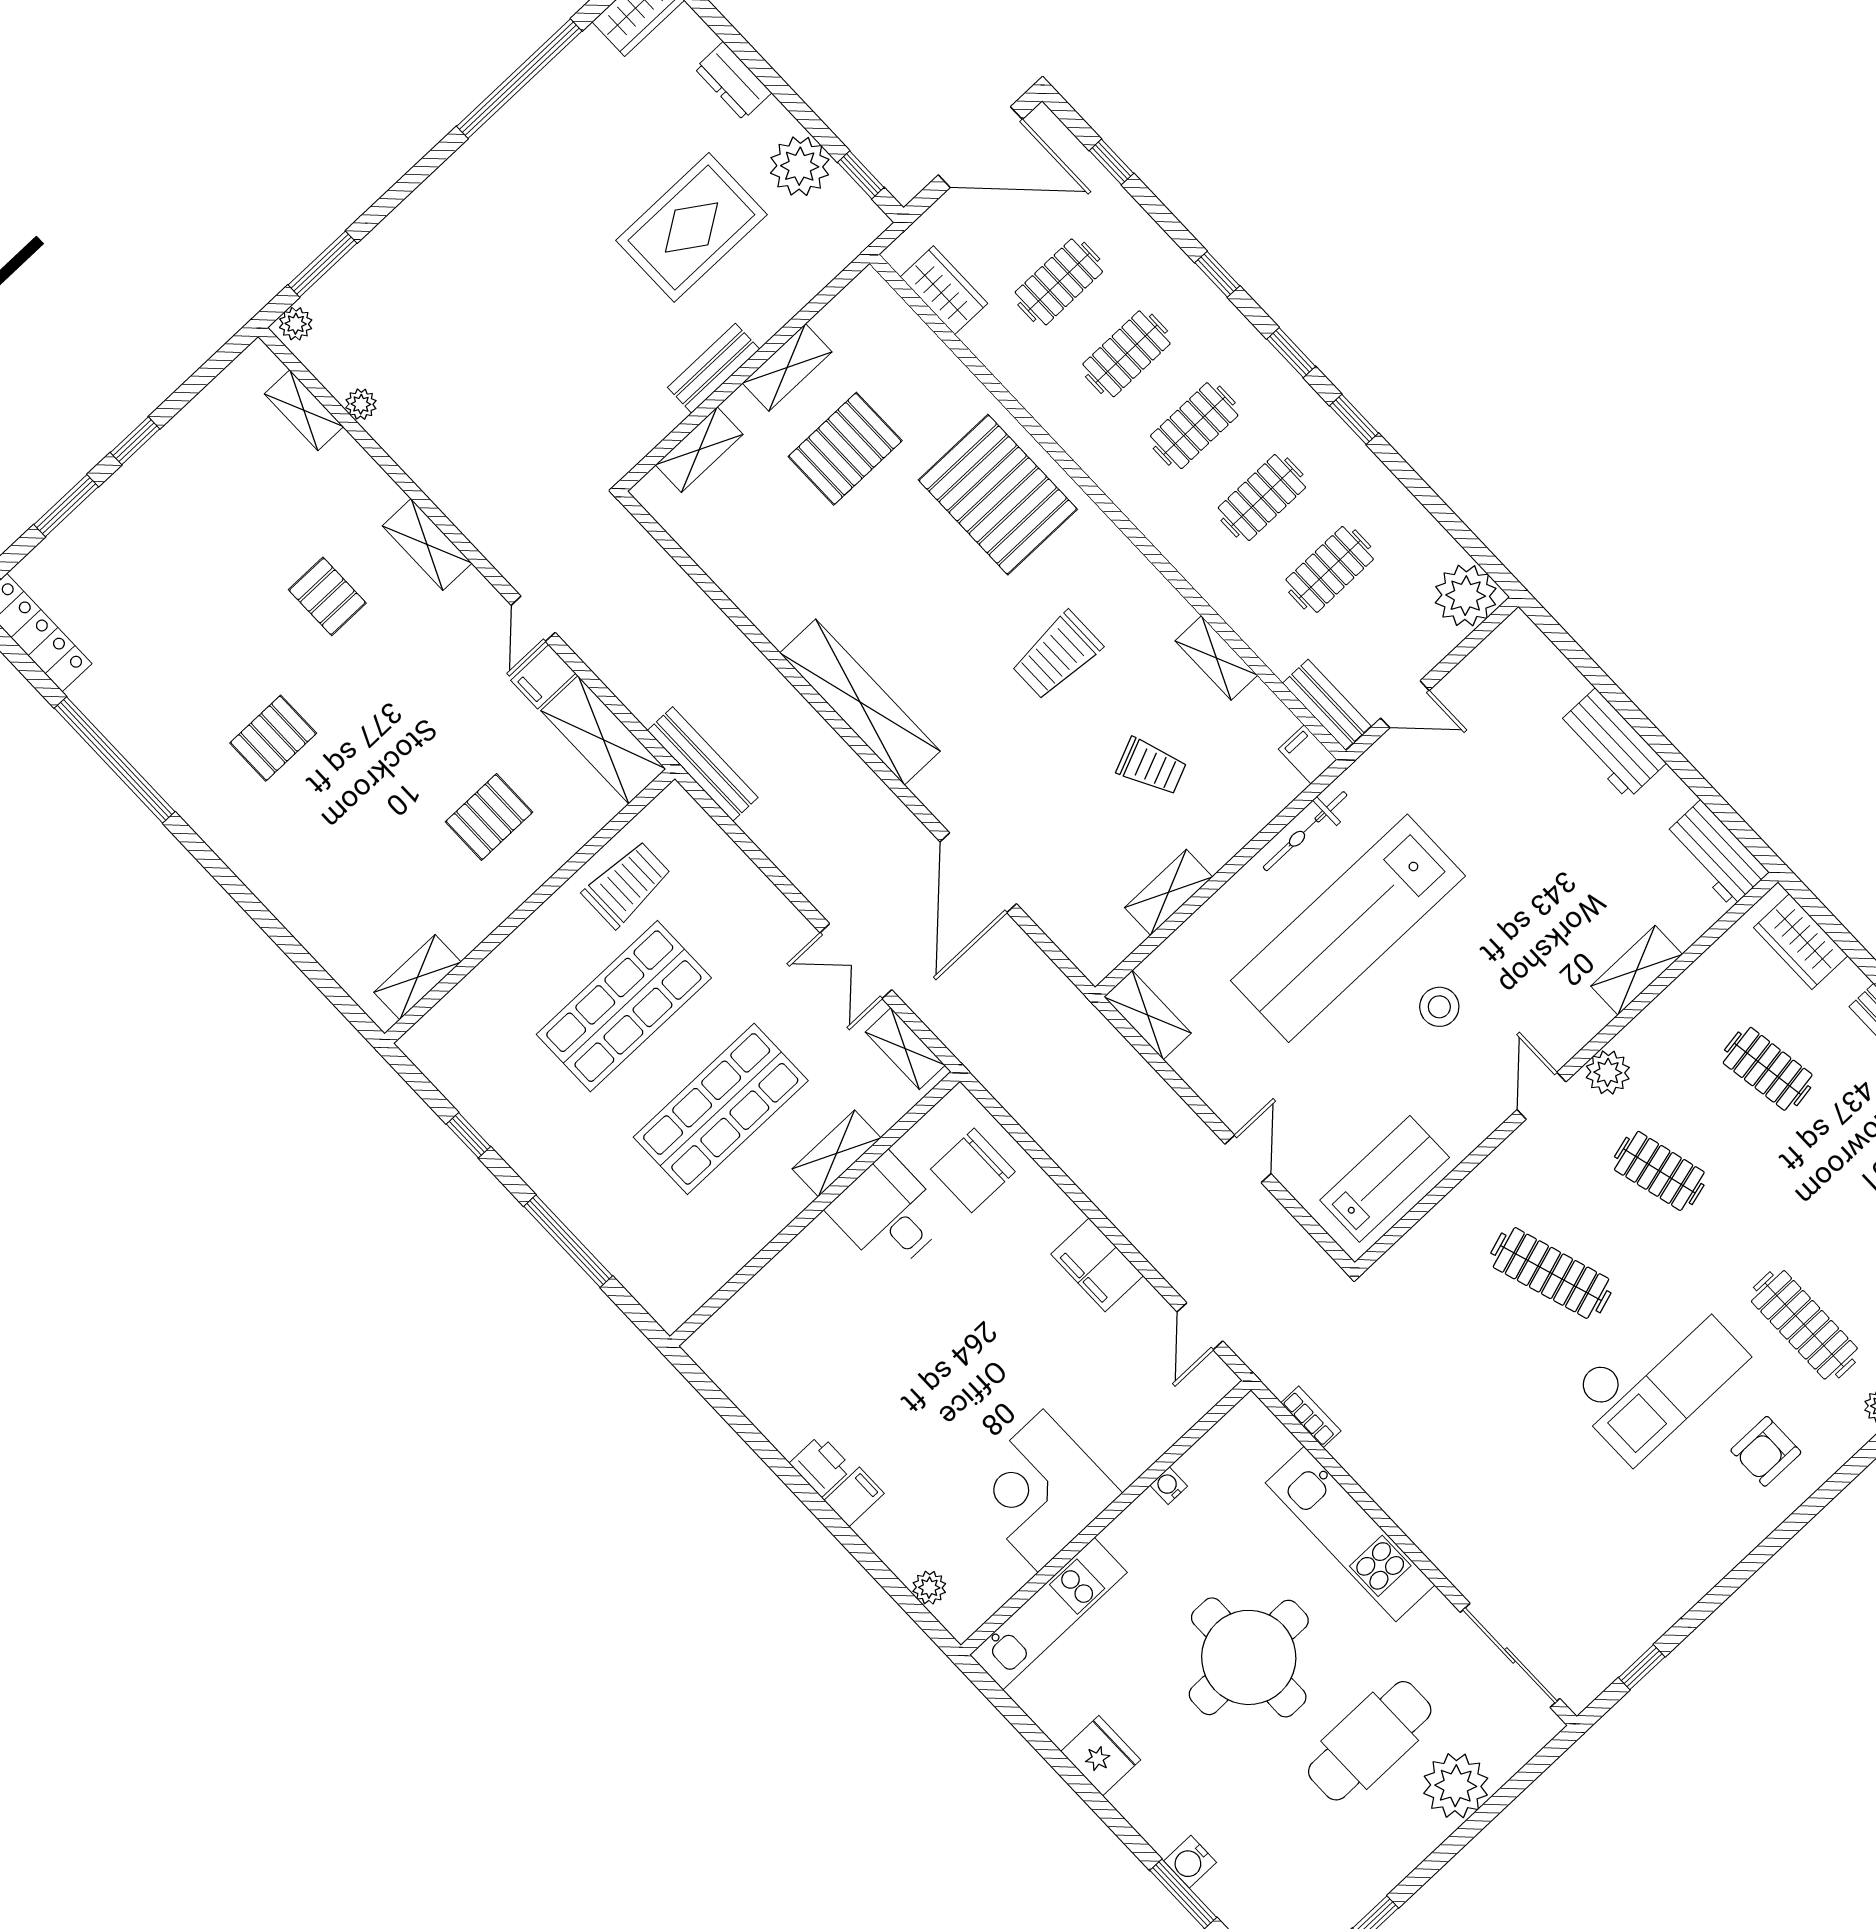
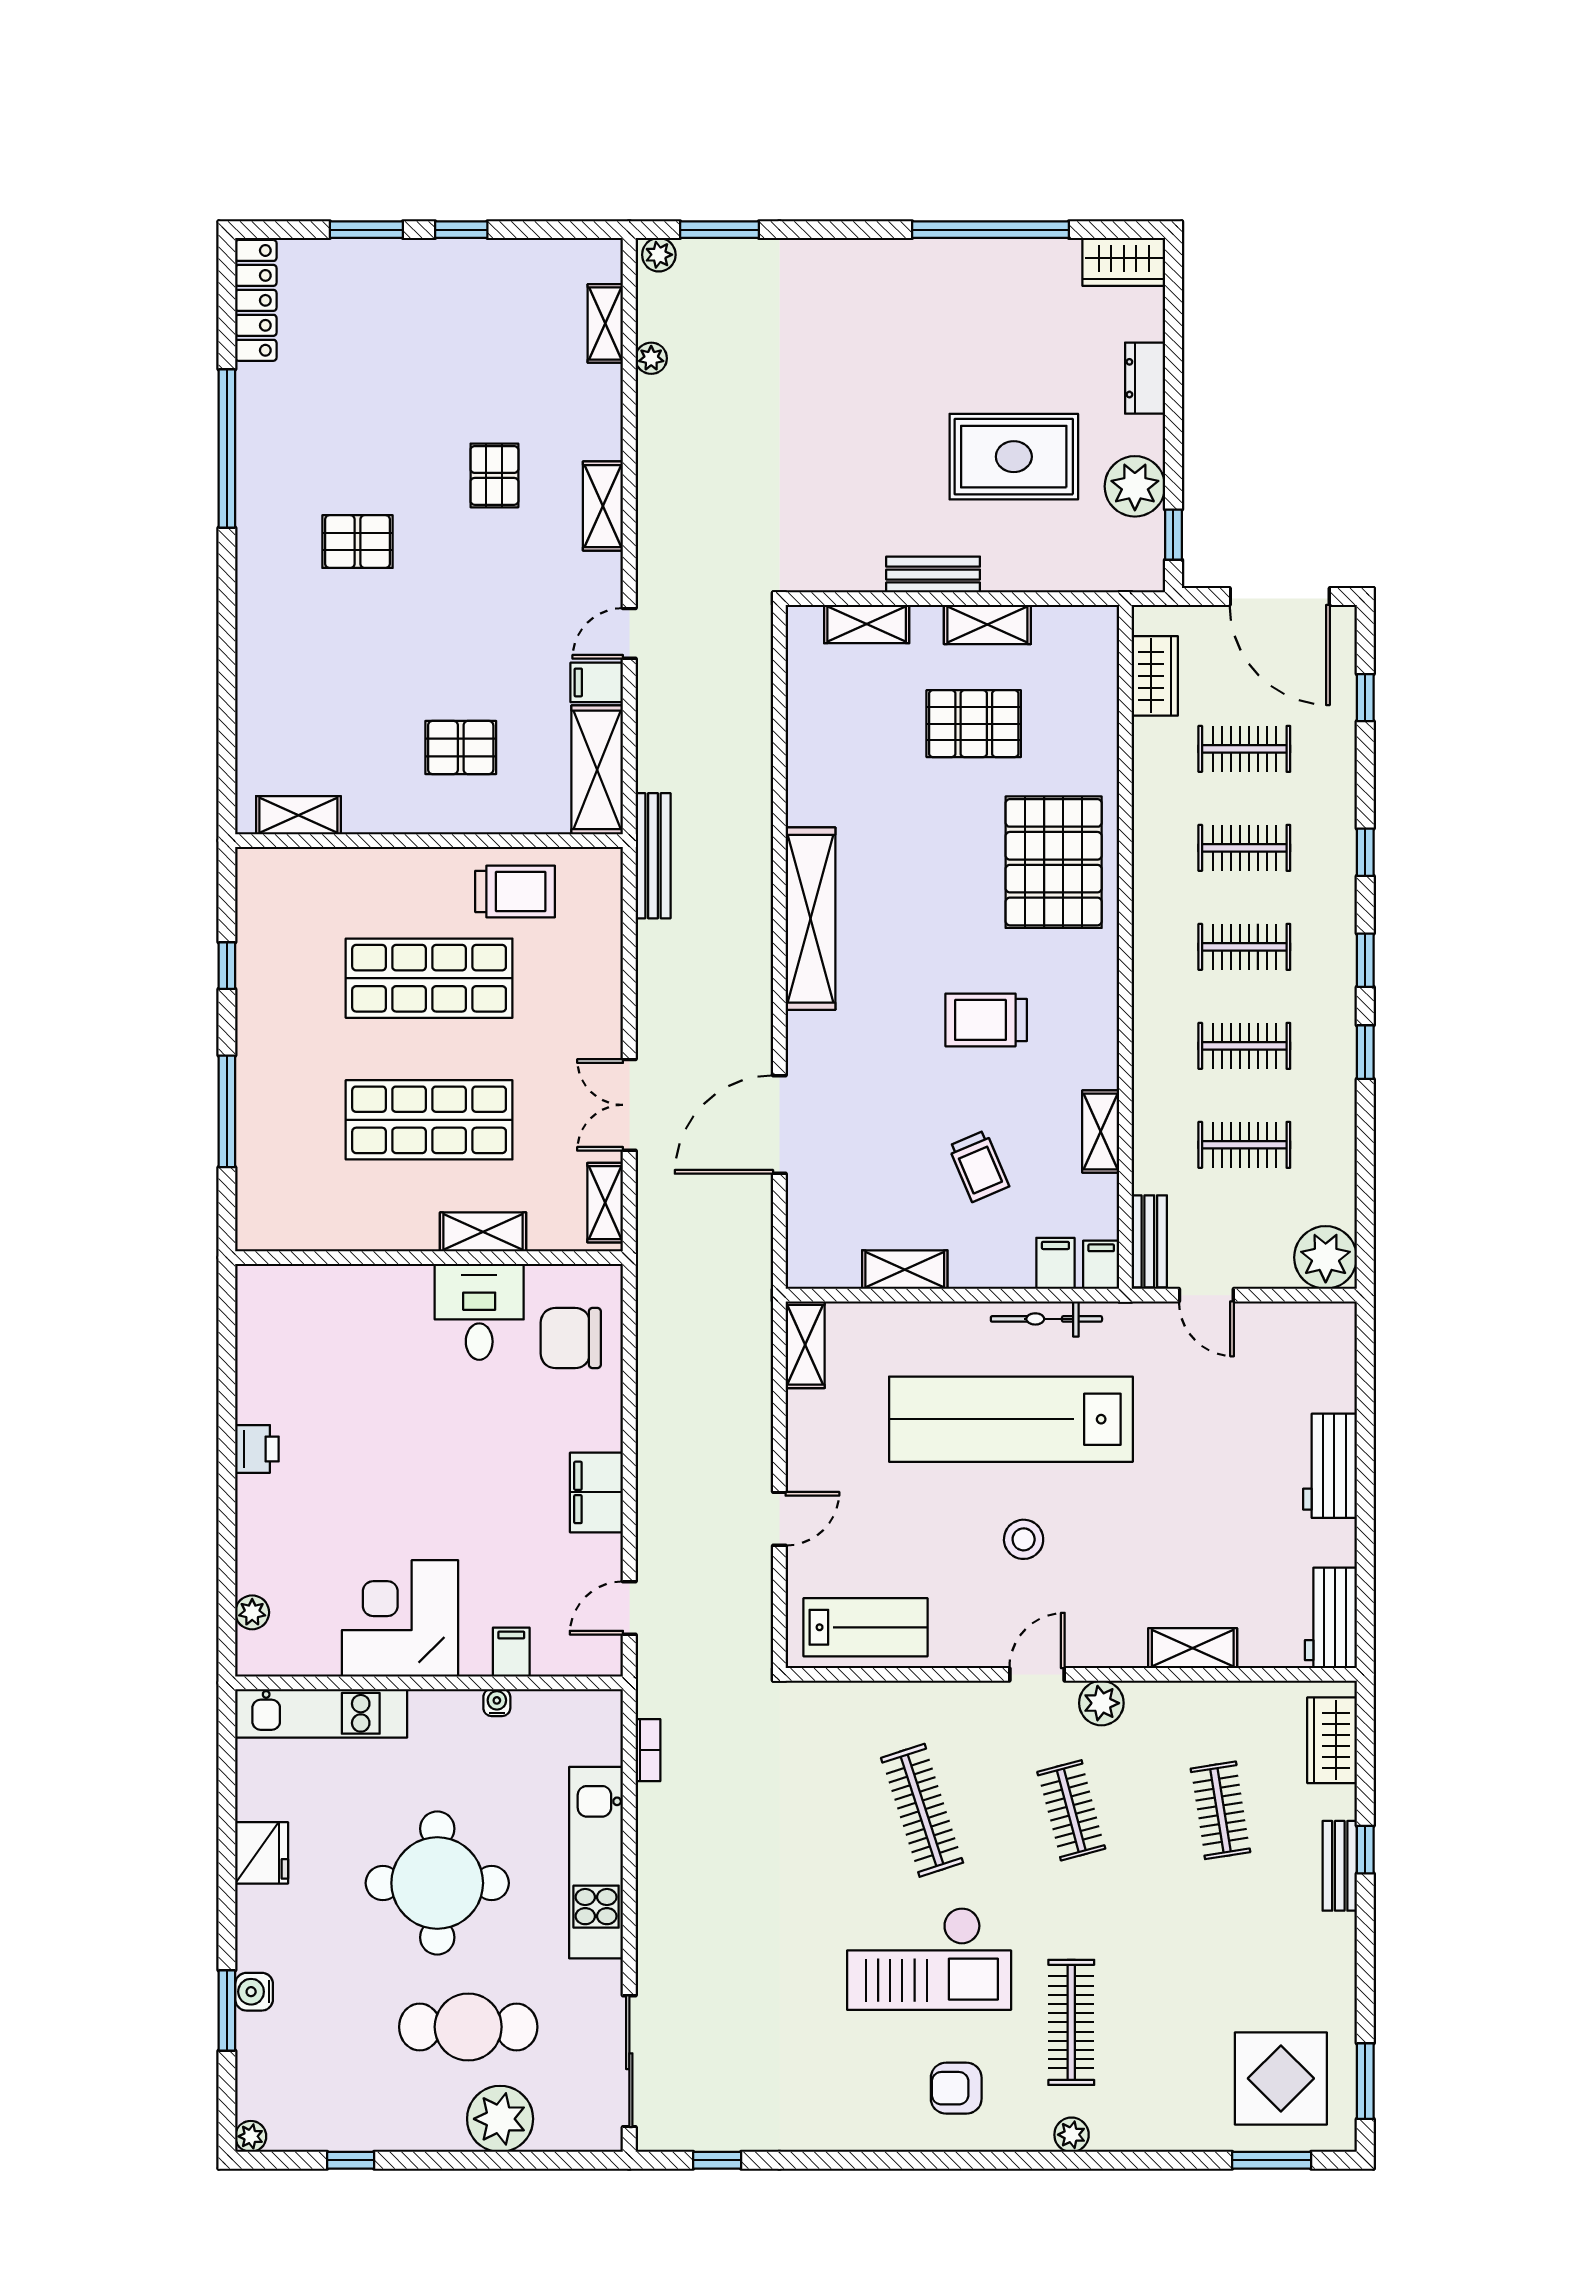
filing cabinet: (1274, 785) -> (1055, 1263), added
filing cabinet: (854, 1497) -> (511, 1652), moved, turned -90

